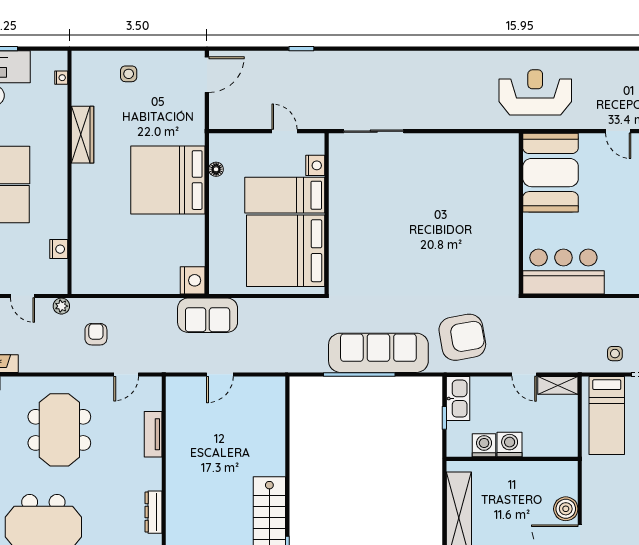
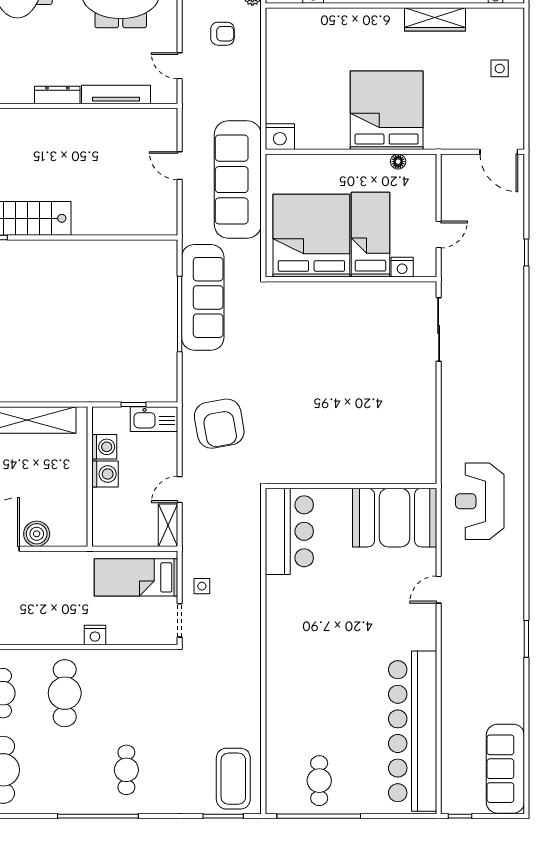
reception desk: (535, 92) -> (480, 501), turned 180
sofa: (208, 315) -> (238, 180), width x1.85, depth x1.27
sofa: (378, 353) -> (203, 297), moved
tv unit: (153, 434) -> (116, 94), width x1.41
dresser: (153, 512) -> (57, 95), moved

